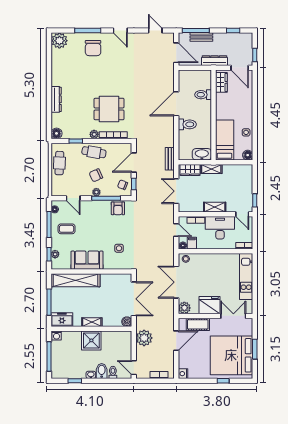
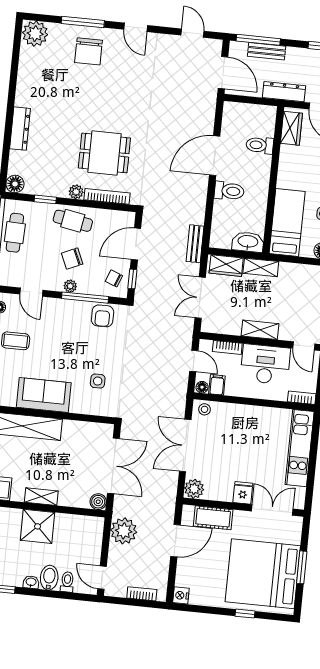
fridge: (209, 305) -> (243, 493), width x0.53, depth x0.75

